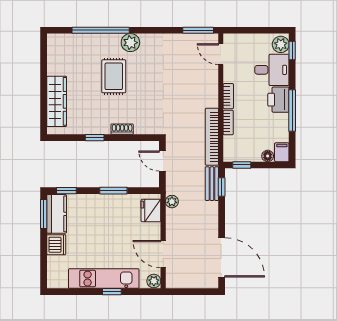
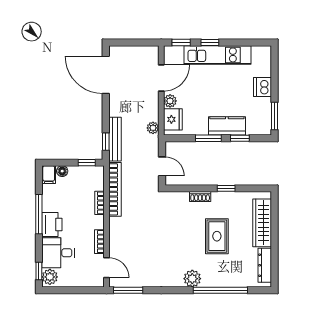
dresser: (54, 57) -> (265, 265), added
rug: (114, 76) -> (217, 236), moved
bookcase: (228, 96) -> (99, 242), moved
bench: (212, 184) -> (115, 139), width x1.36
window: (66, 191) -> (240, 138), moved
kitchen counter: (57, 214) -> (227, 126), moved, turned 90
door: (163, 254) -> (161, 78), hinge flipped
plant: (154, 281) -> (170, 101), moved
window: (142, 292) -> (181, 42), added

